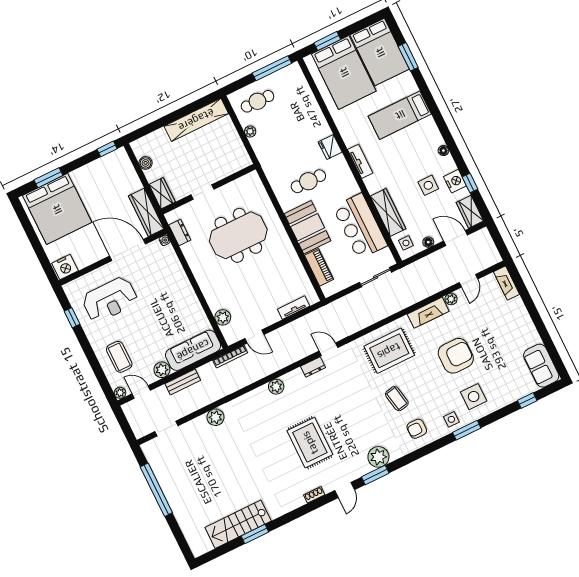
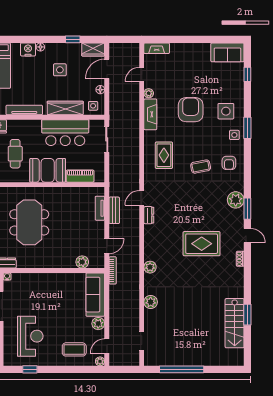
tv unit: (360, 161) -> (24, 110), width x1.41
nightstand: (455, 181) -> (28, 49), moved
door: (468, 281) -> (142, 75), swing flipped
rug: (389, 351) -> (164, 155), width x0.73, depth x0.70
bench: (183, 382) -> (114, 210), moved
plant: (276, 387) -> (150, 267), moved

